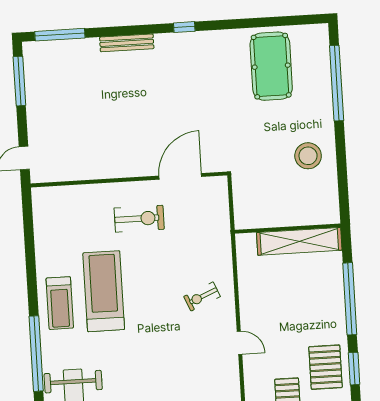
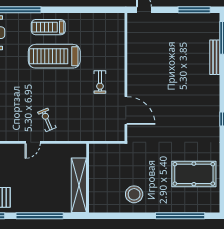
bench: (127, 43) -> (215, 57), moved
exercise bike: (139, 219) -> (100, 82), width x0.73, depth x0.72
treadmill: (104, 291) -> (54, 56), turned 180
door: (240, 343) -> (33, 142), moved

